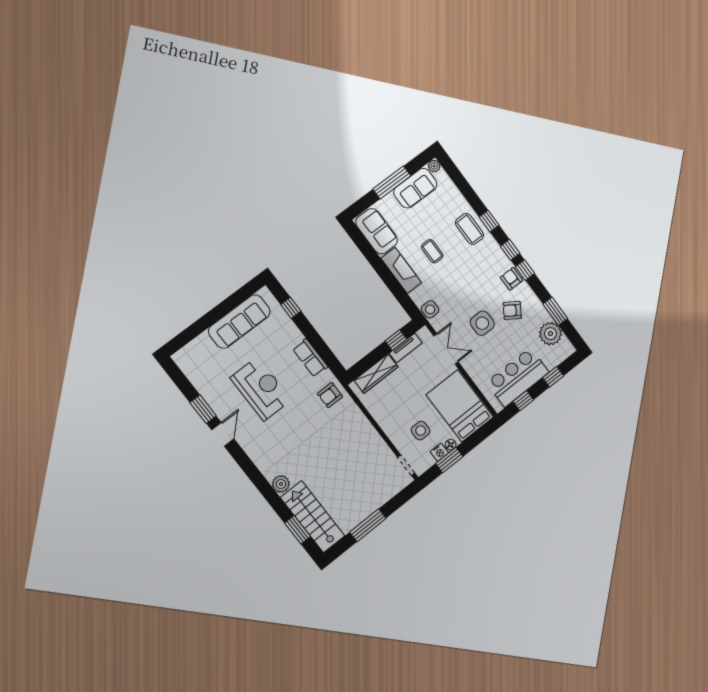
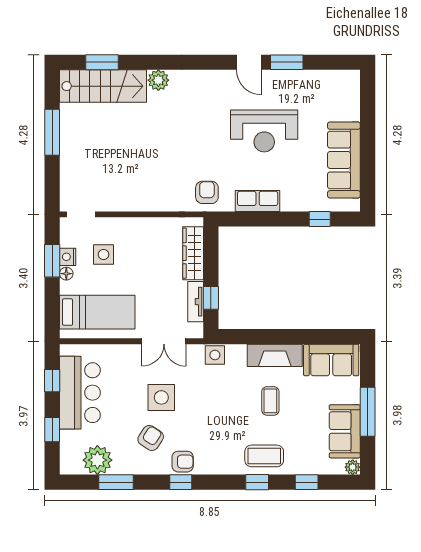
window: (510, 250) -> (307, 482), moved
coffee table: (432, 251) -> (270, 401), turned 90
bed: (460, 406) -> (97, 312), width x0.67

